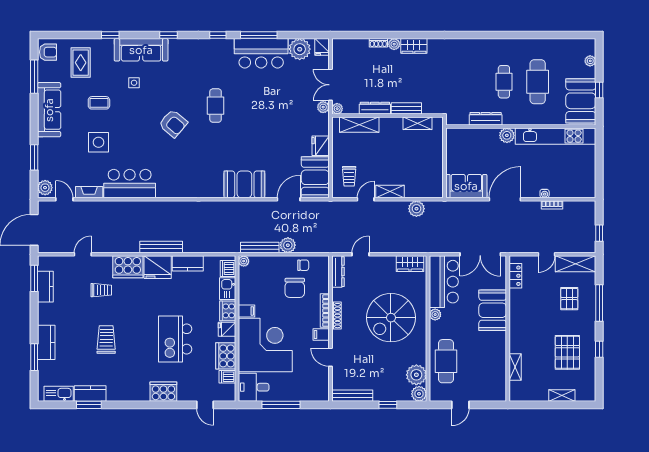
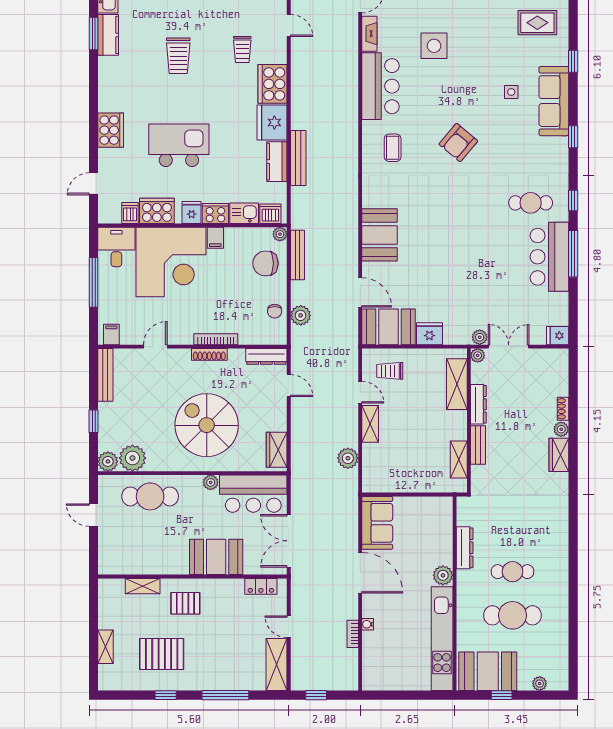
plant: (300, 49) -> (555, 307), removed
coffee table: (99, 103) -> (393, 148), moved
cafe table: (216, 106) -> (531, 203), moved
plant: (288, 245) -> (301, 315), moved
bench: (161, 247) -> (298, 158), moved
chair: (295, 288) -> (266, 263), moved
pallet: (569, 299) -> (185, 603), moved
filing cabinet: (321, 335) -> (111, 335), moved
trolley: (106, 340) -> (178, 56), turned 90

